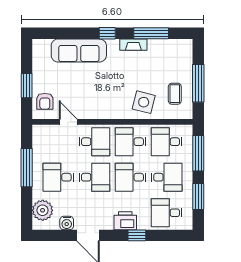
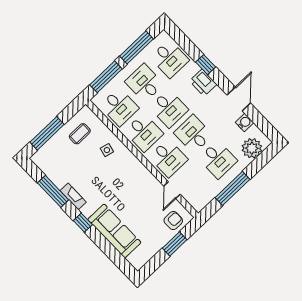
window: (198, 83) -> (47, 133), moved
side table: (144, 102) -> (107, 150), width x0.54, depth x0.54
desk: (94, 142) -> (168, 158), turned 180
window: (198, 197) -> (137, 47), width x1.44

